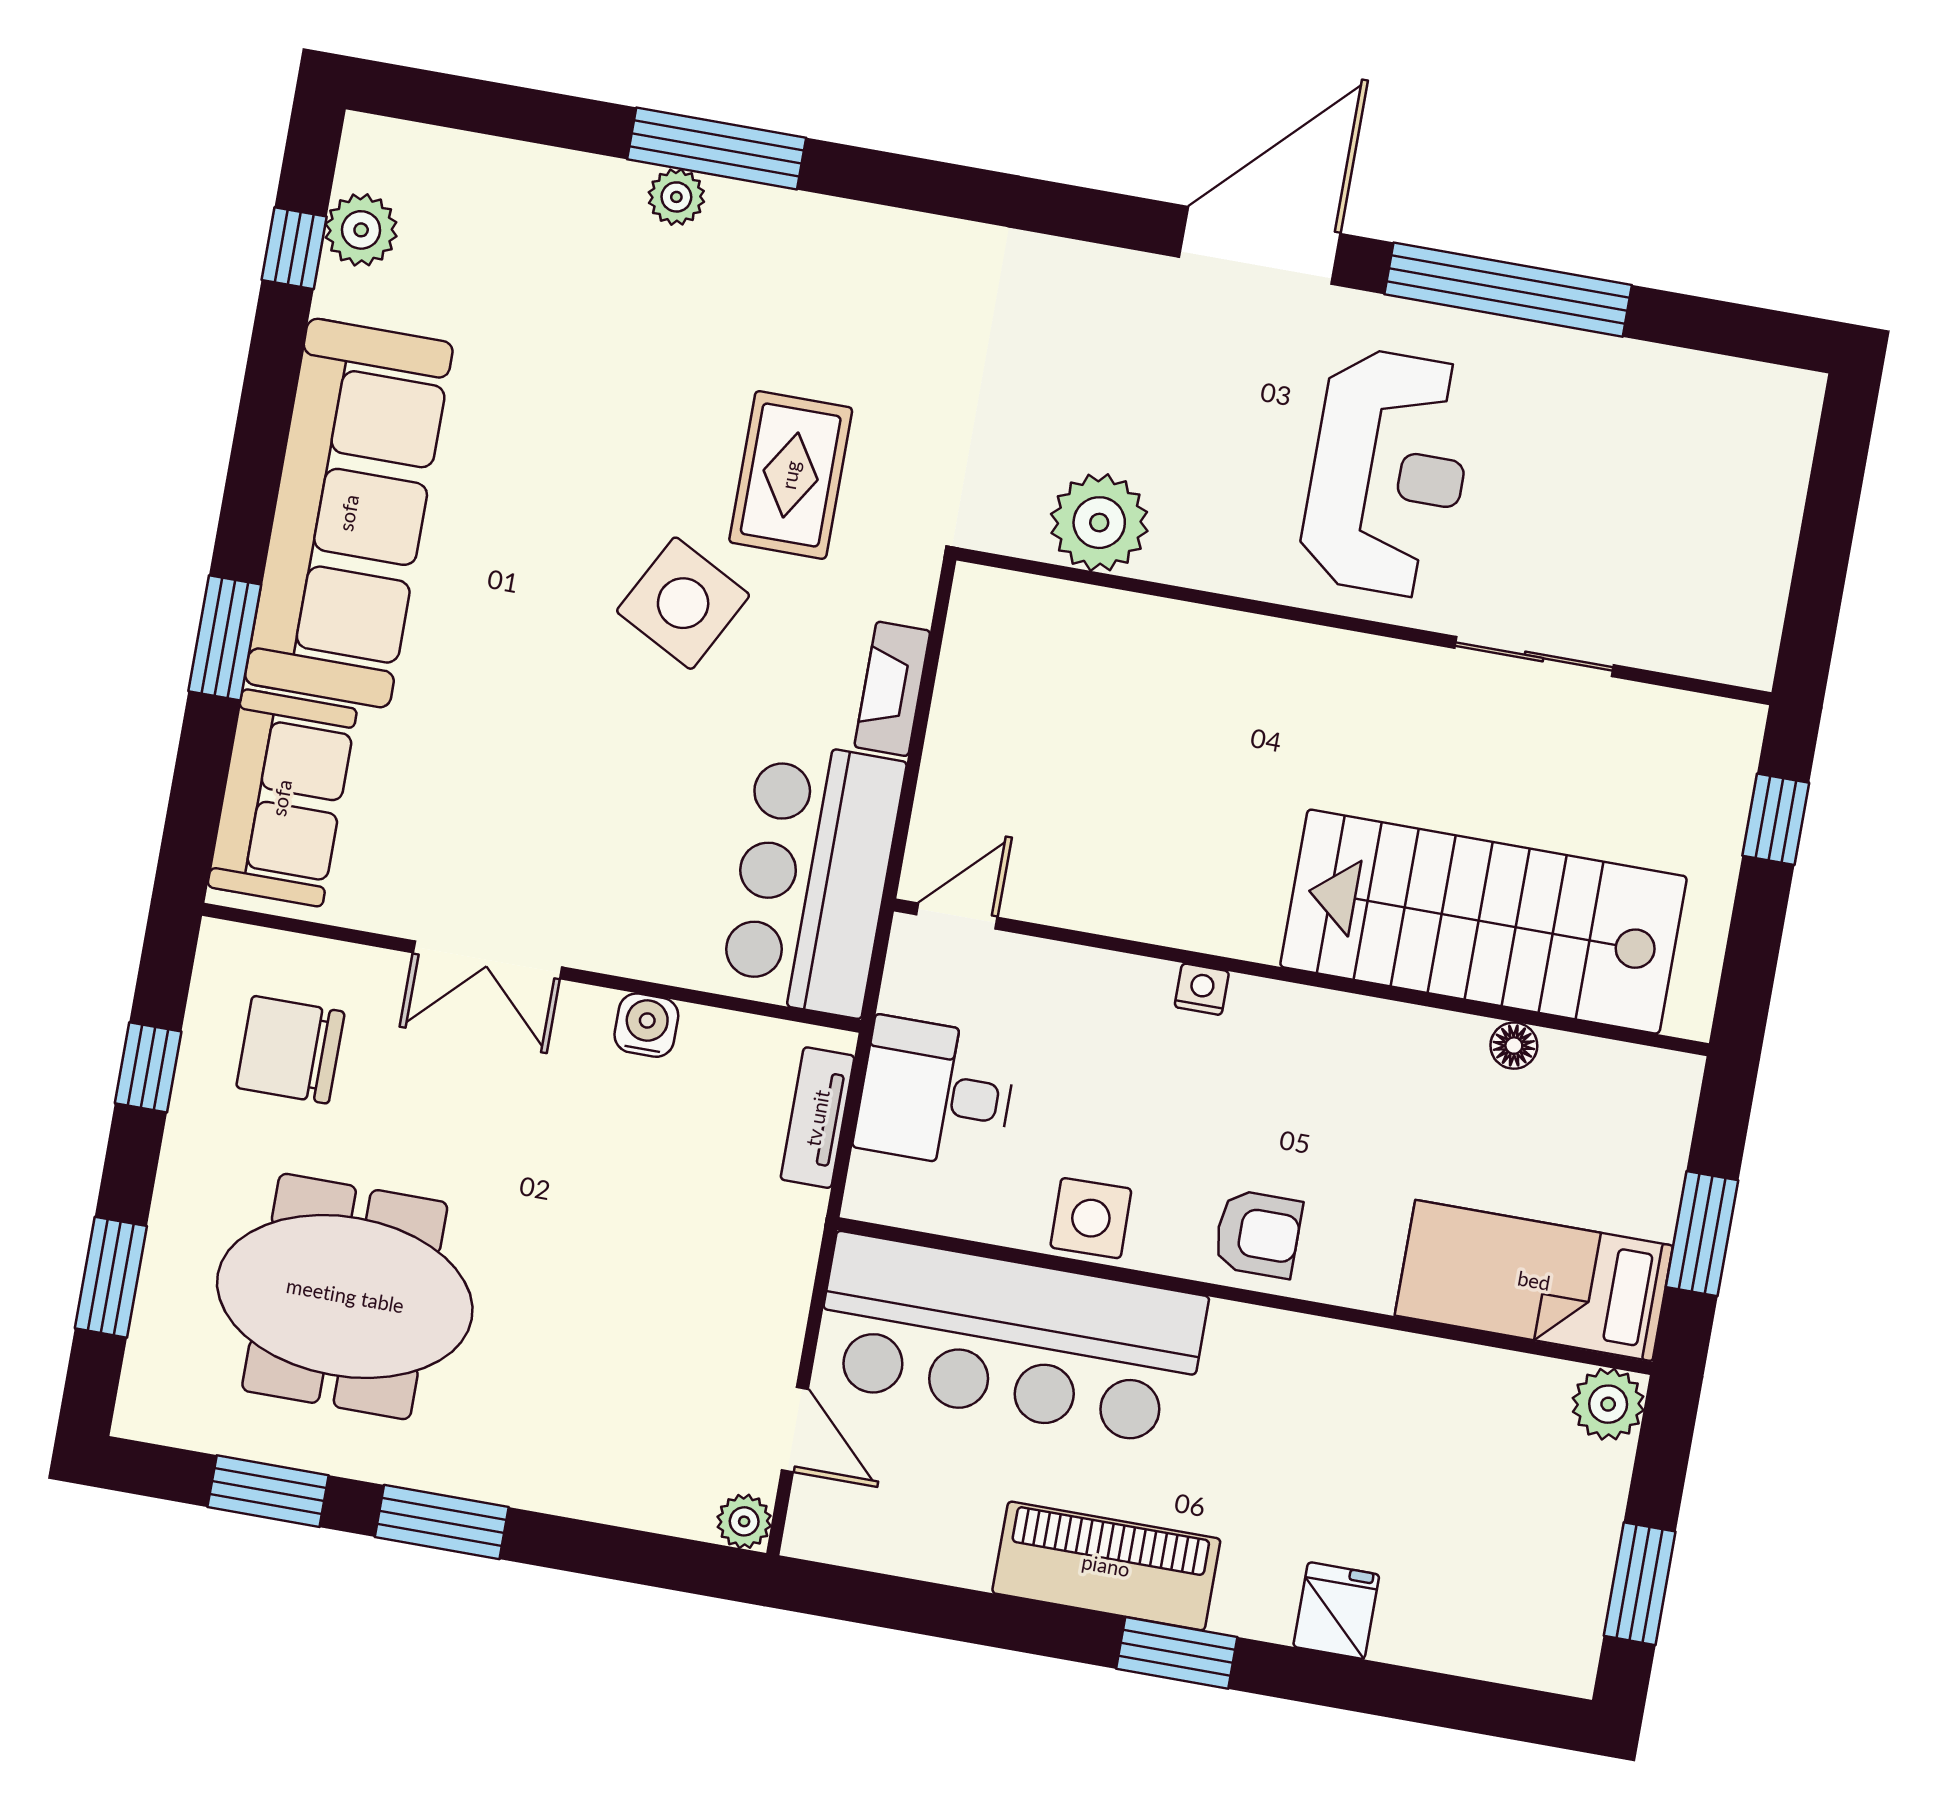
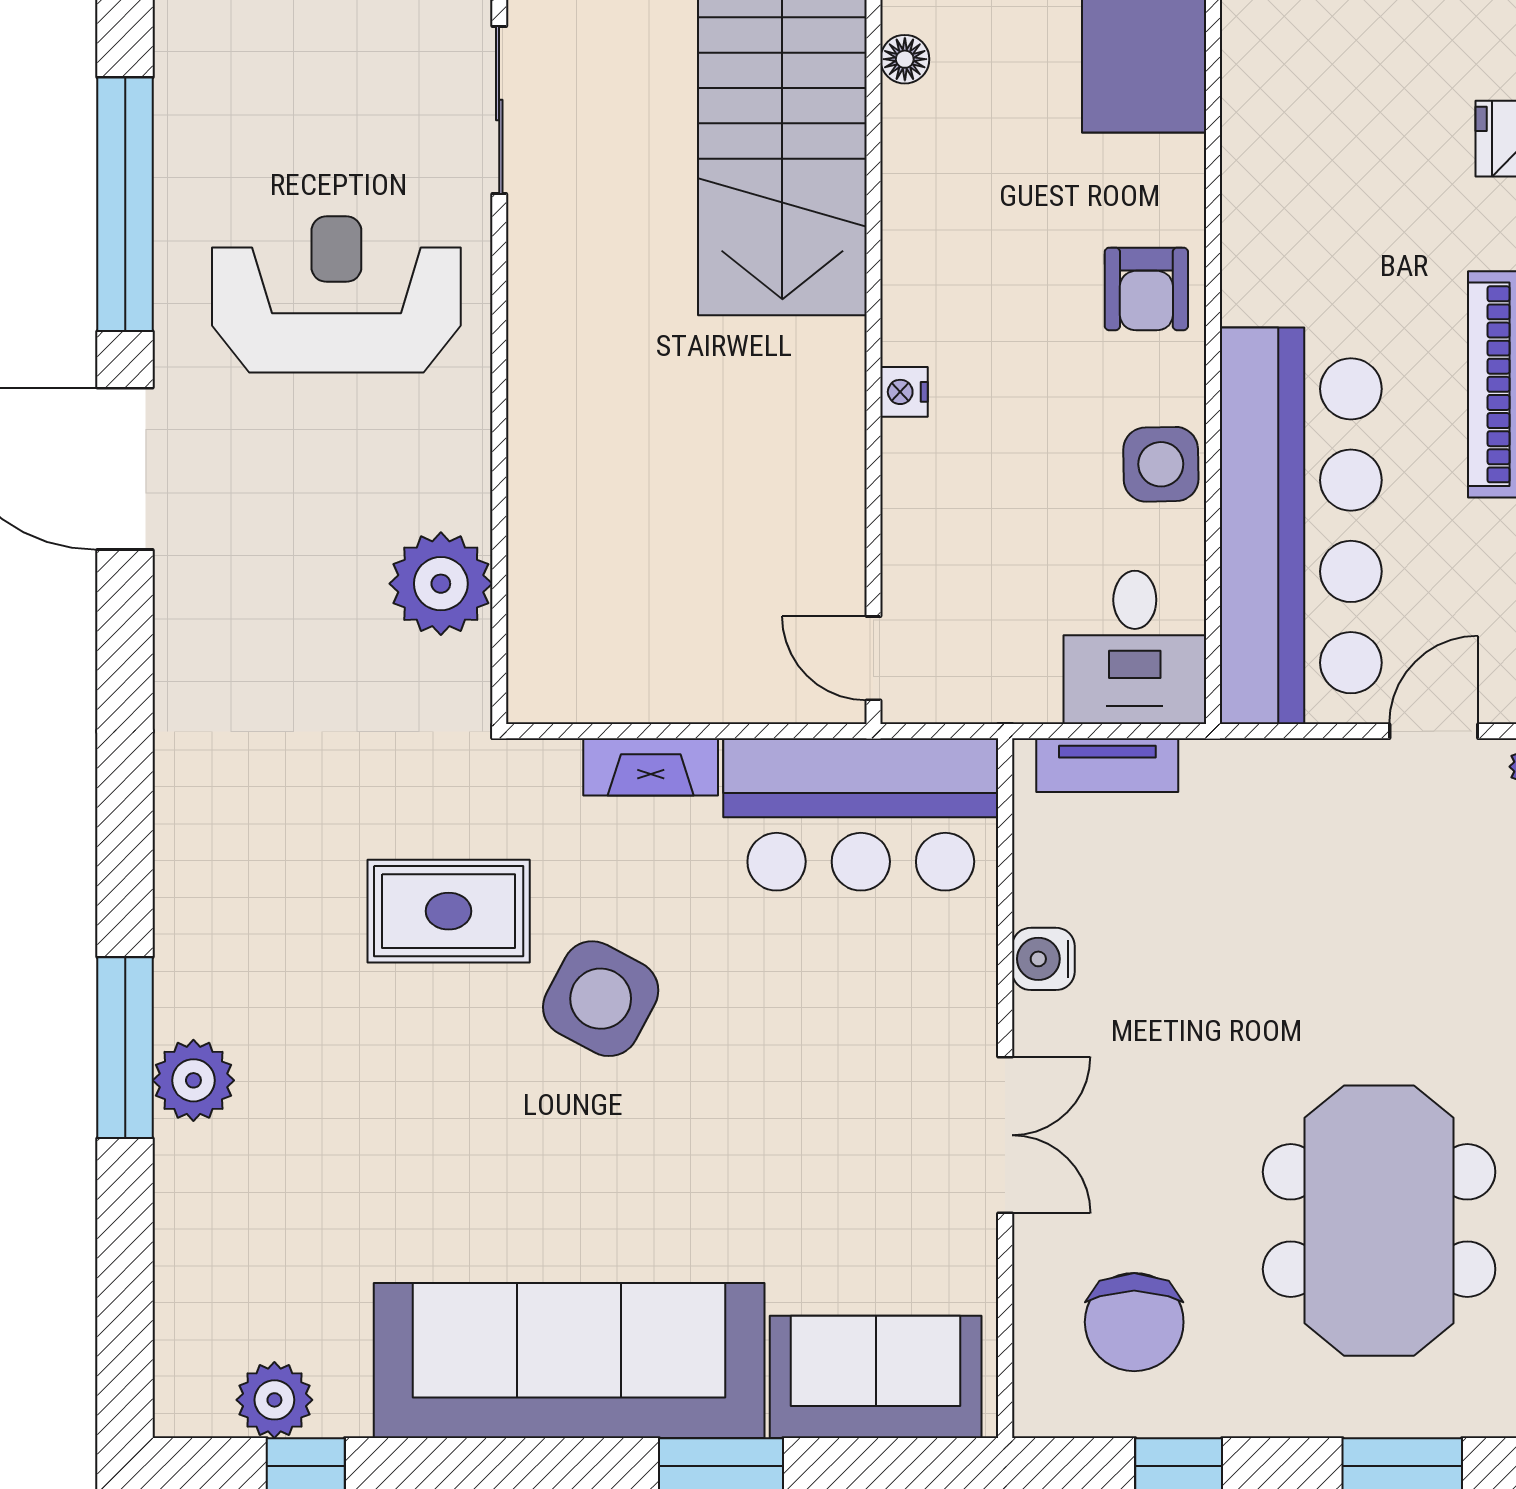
plant: (676, 197) -> (193, 1080), width x1.38, depth x1.38
desk: (936, 1093) -> (1135, 647), moved
armchair: (1258, 1234) -> (1146, 289), turned 180

